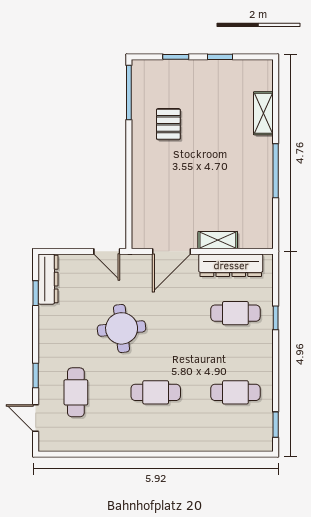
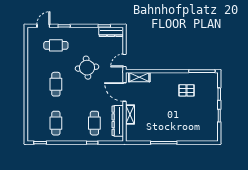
shelving: (263, 113) -> (139, 77), moved

